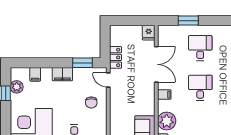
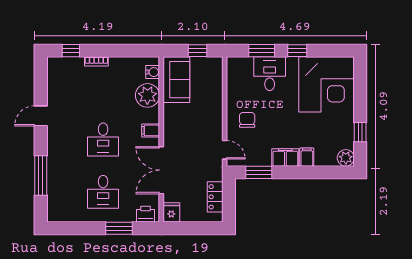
printer: (168, 31) -> (146, 214), added
locker: (116, 57) -> (215, 197), moved
filing cabinet: (35, 74) -> (307, 157), moved
plant: (17, 87) -> (346, 158), moved

